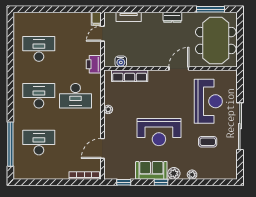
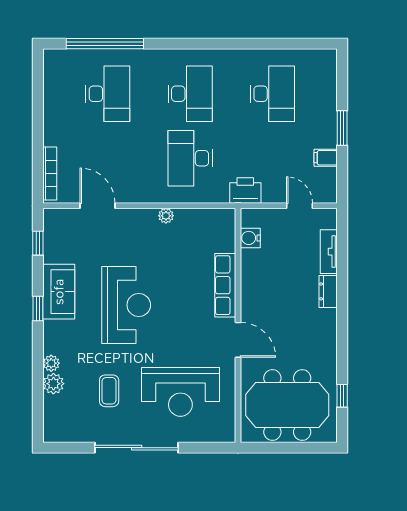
window: (58, 9) -> (342, 128), added
window: (211, 9) -> (342, 396), width x0.46
dresser: (172, 17) -> (328, 291), moved
filing cabinet: (96, 19) -> (326, 158), moved
row of seats: (130, 76) -> (225, 285), moved
reception desk: (159, 132) -> (126, 305), turned 180
plant: (174, 173) -> (53, 384), moved

